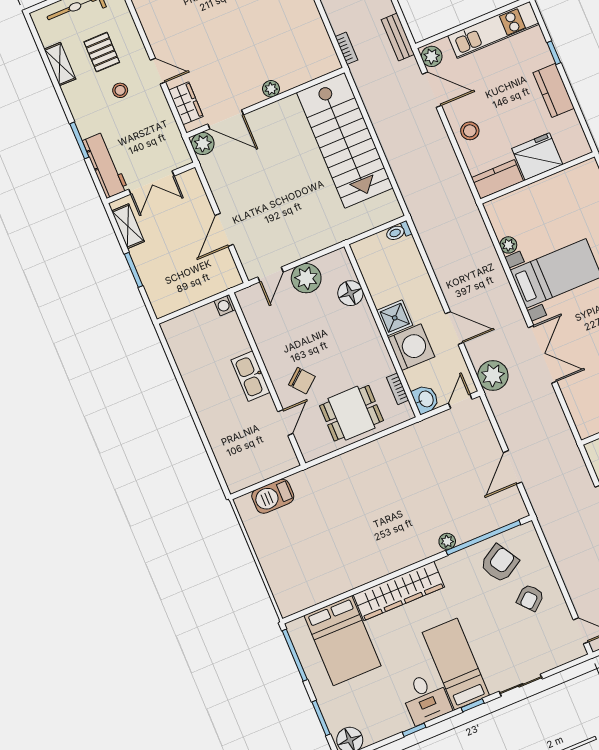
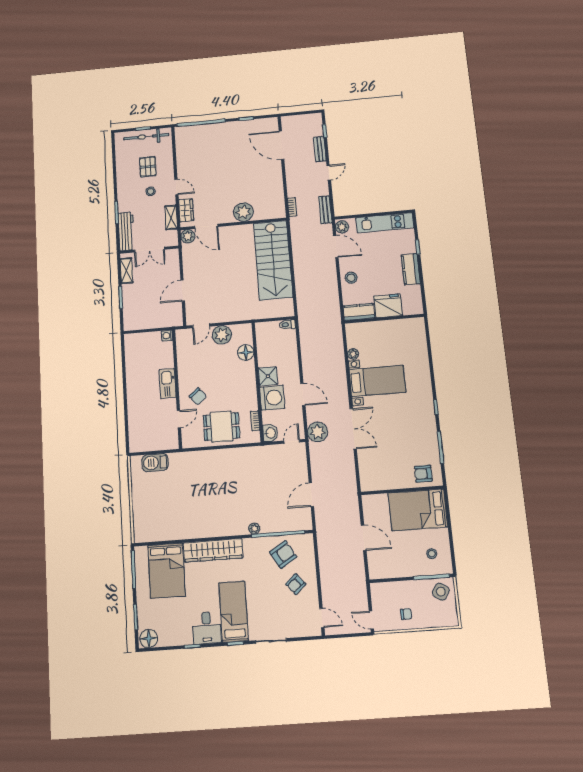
shelving: (60, 64) -> (171, 217), moved
plant: (271, 89) -> (243, 212), width x1.88, depth x1.88

